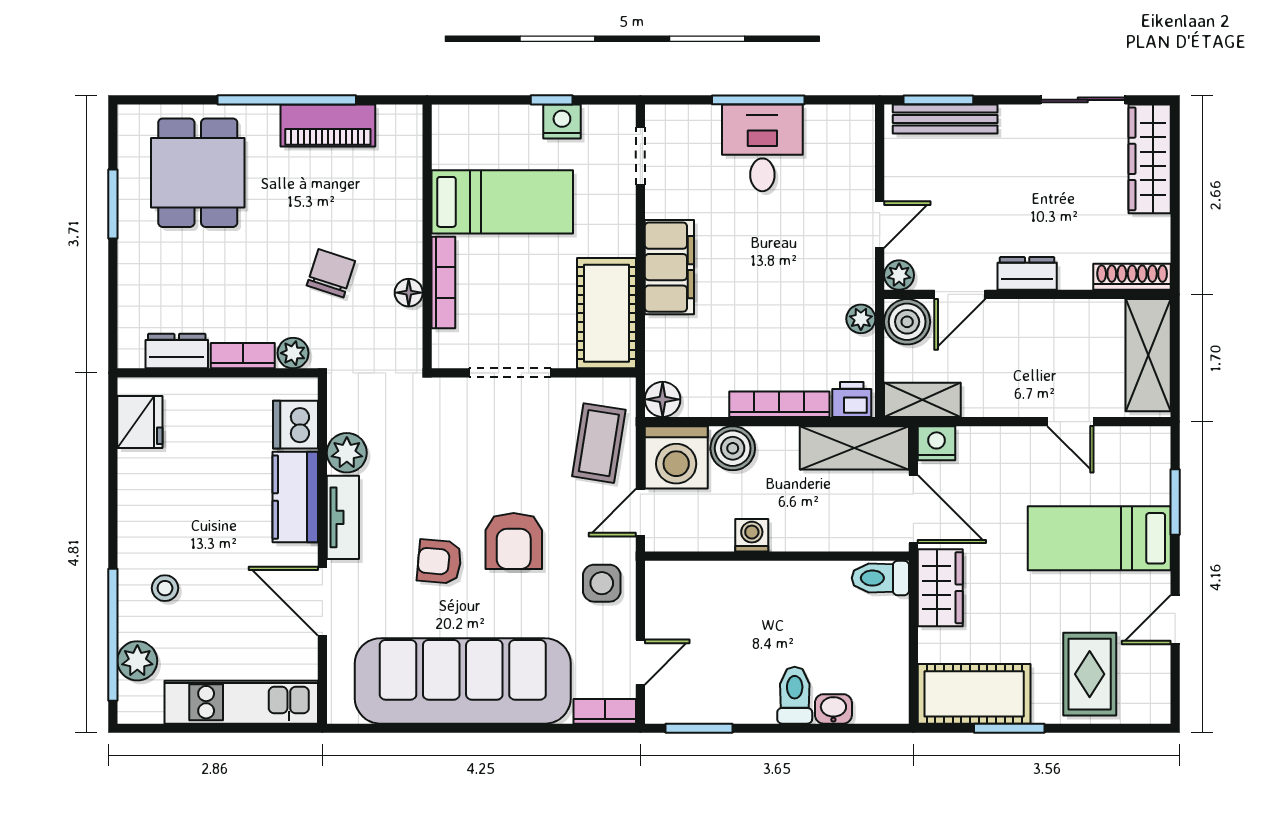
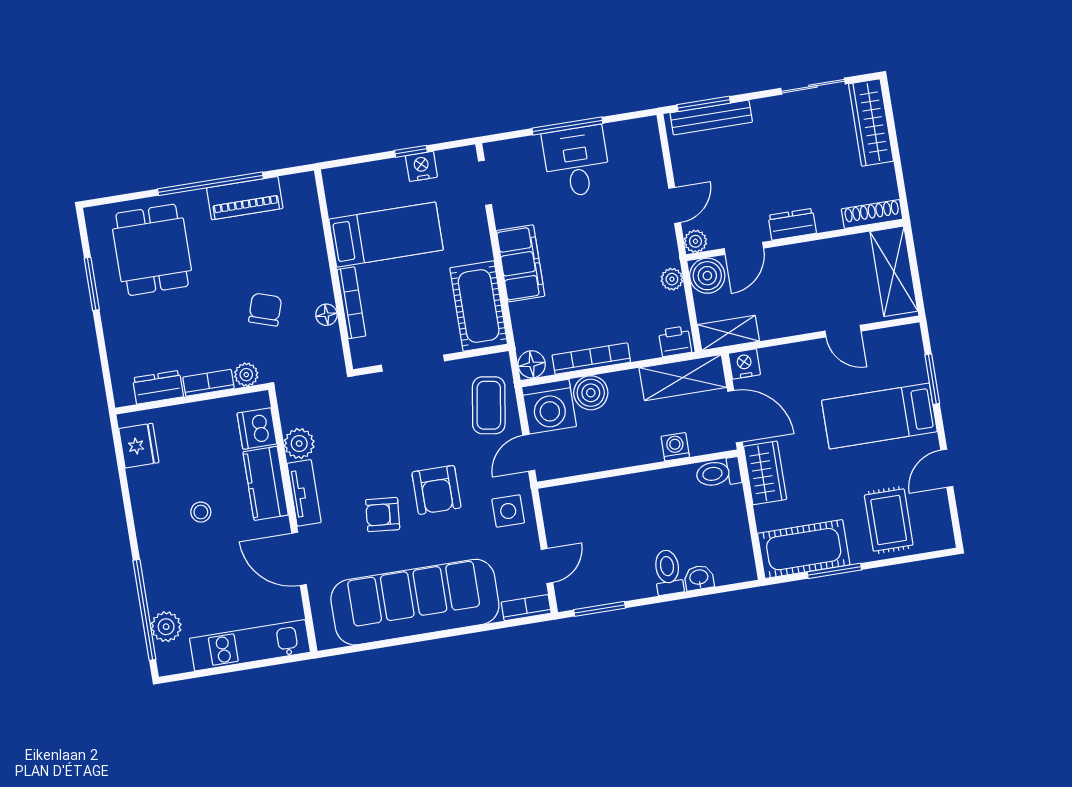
bookcase: (779, 404) -> (591, 359), moved
washing machine: (752, 535) -> (675, 447), moved
stool: (165, 588) -> (201, 512), moved

